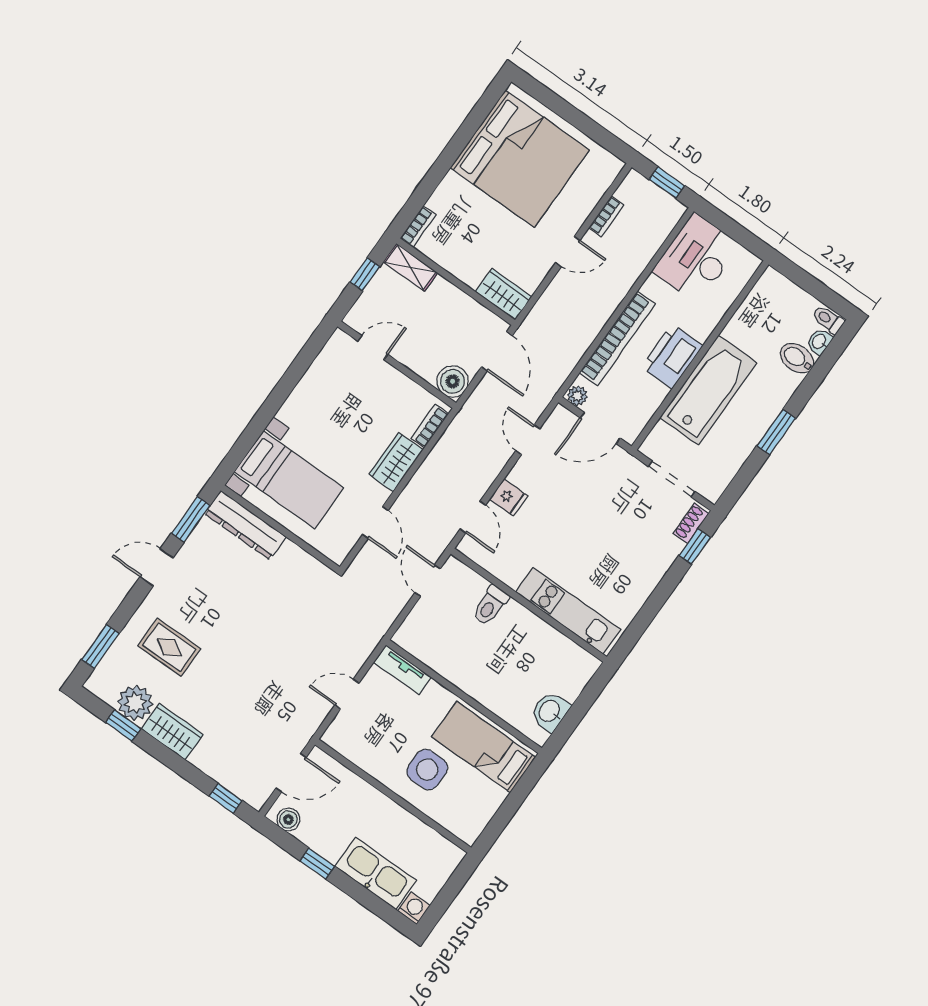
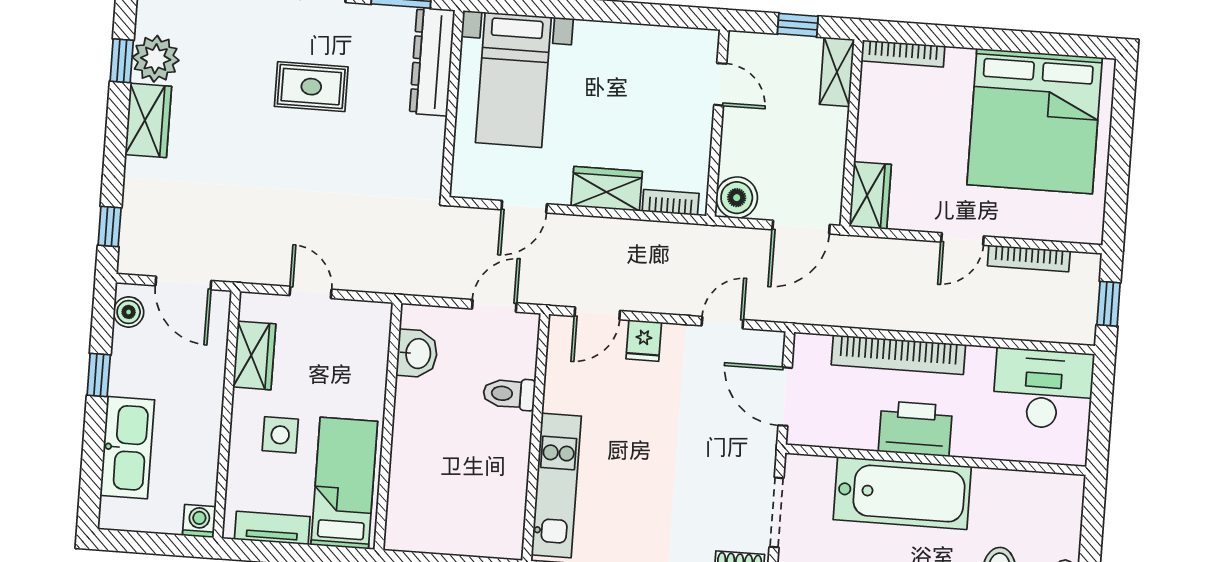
bookcase: (606, 216) -> (1029, 258), width x1.56
bookcase: (418, 227) -> (903, 53), width x1.56
door: (568, 252) -> (962, 239), hinge flipped
plant: (577, 396) -> (806, 349), removed
rug: (169, 647) -> (311, 87), moved, turned 90
tv unit: (402, 670) -> (272, 528), moved, turned 90
washbasin: (550, 711) -> (417, 353), moved, turned 90
wardrobe: (366, 755) -> (254, 355), added
side table: (427, 770) -> (280, 435), width x0.73, depth x0.73
washing machine: (414, 908) -> (199, 521), moved, turned -90

